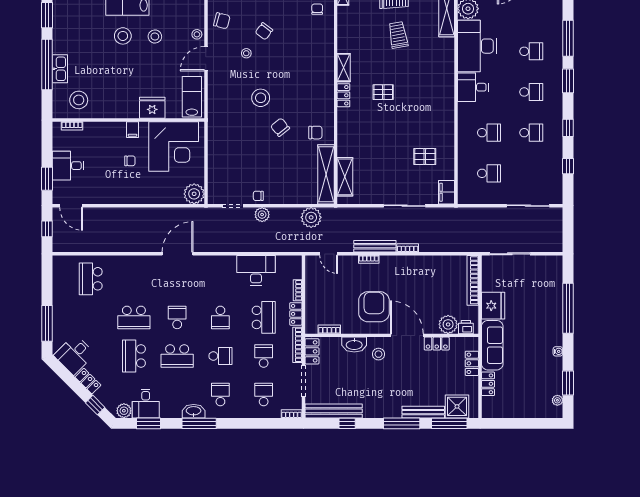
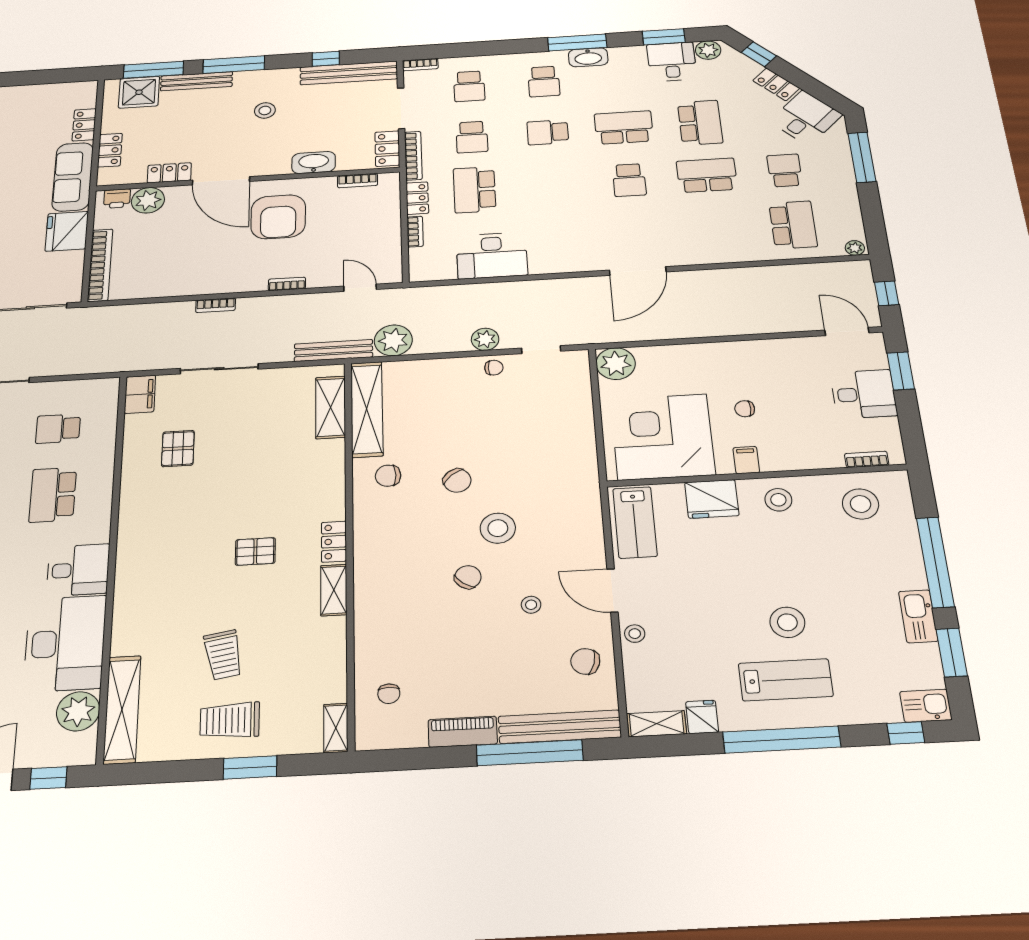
chair: (264, 31) -> (468, 577), moved
stool: (155, 37) -> (778, 500), moved
door: (206, 59) -> (612, 591), swing flipped
kitchen sink: (60, 69) -> (918, 616), moved
school desk: (489, 133) -> (53, 495), width x1.85
pallet: (425, 157) -> (178, 449), turned 90
bench: (375, 246) -> (333, 350), moved
plant: (60, 260) -> (855, 248), added
school desk: (220, 317) -> (785, 170), moved
stool: (378, 354) -> (265, 110), moved

